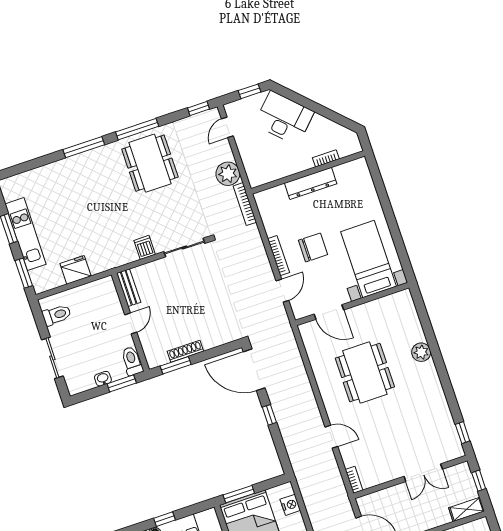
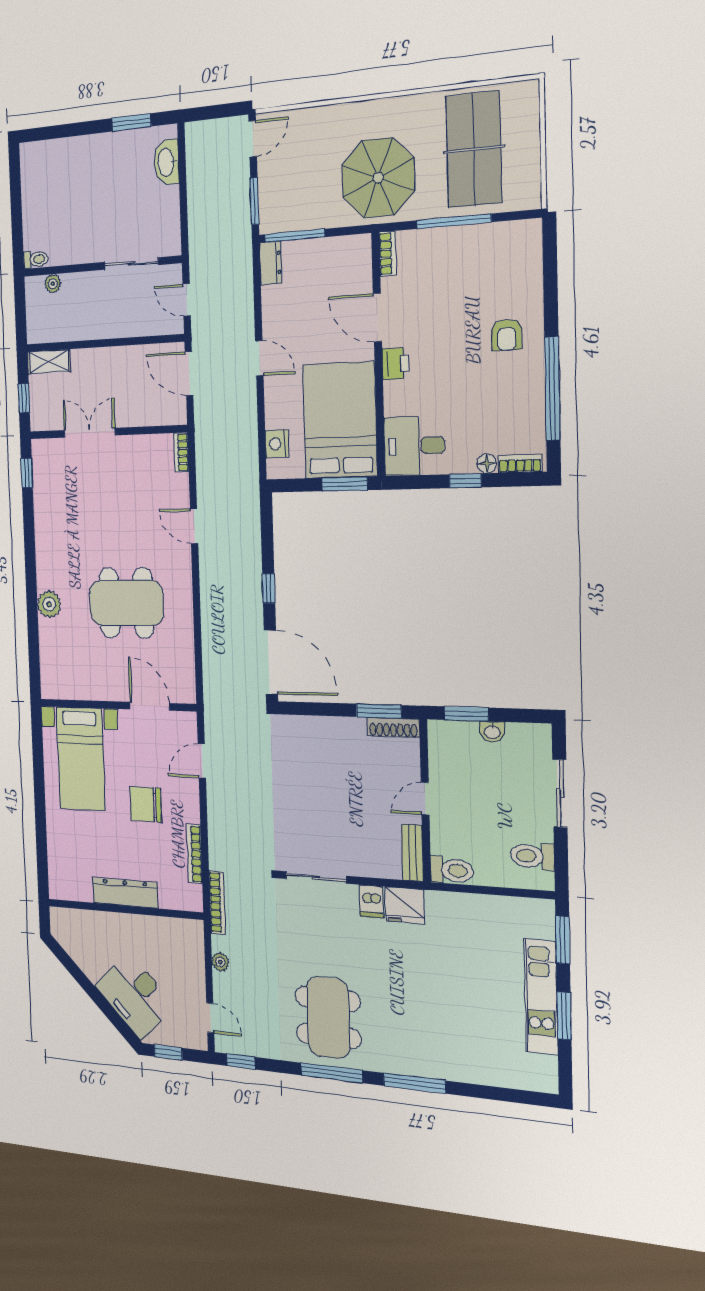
door: (227, 127) -> (210, 1018), hinge flipped
bookcase: (326, 158) -> (97, 918), removed
plant: (228, 174) -> (220, 962), width x0.53, depth x0.53
bookcase: (278, 256) -> (195, 854), moved
fridge: (76, 270) -> (404, 905), moved
shoe rack: (185, 351) -> (393, 728), moved
toilet: (132, 361) -> (452, 870), moved, turned -90
dining table: (365, 373) -> (126, 603), turned 90

